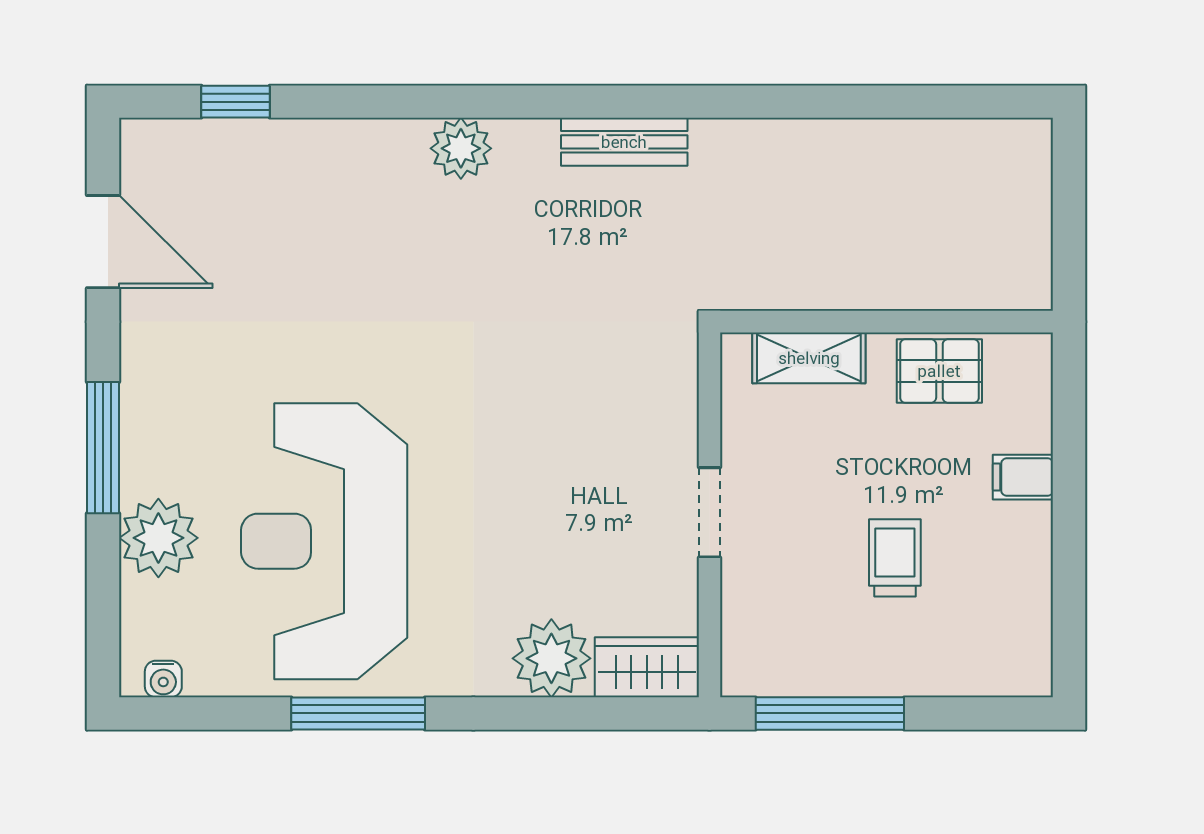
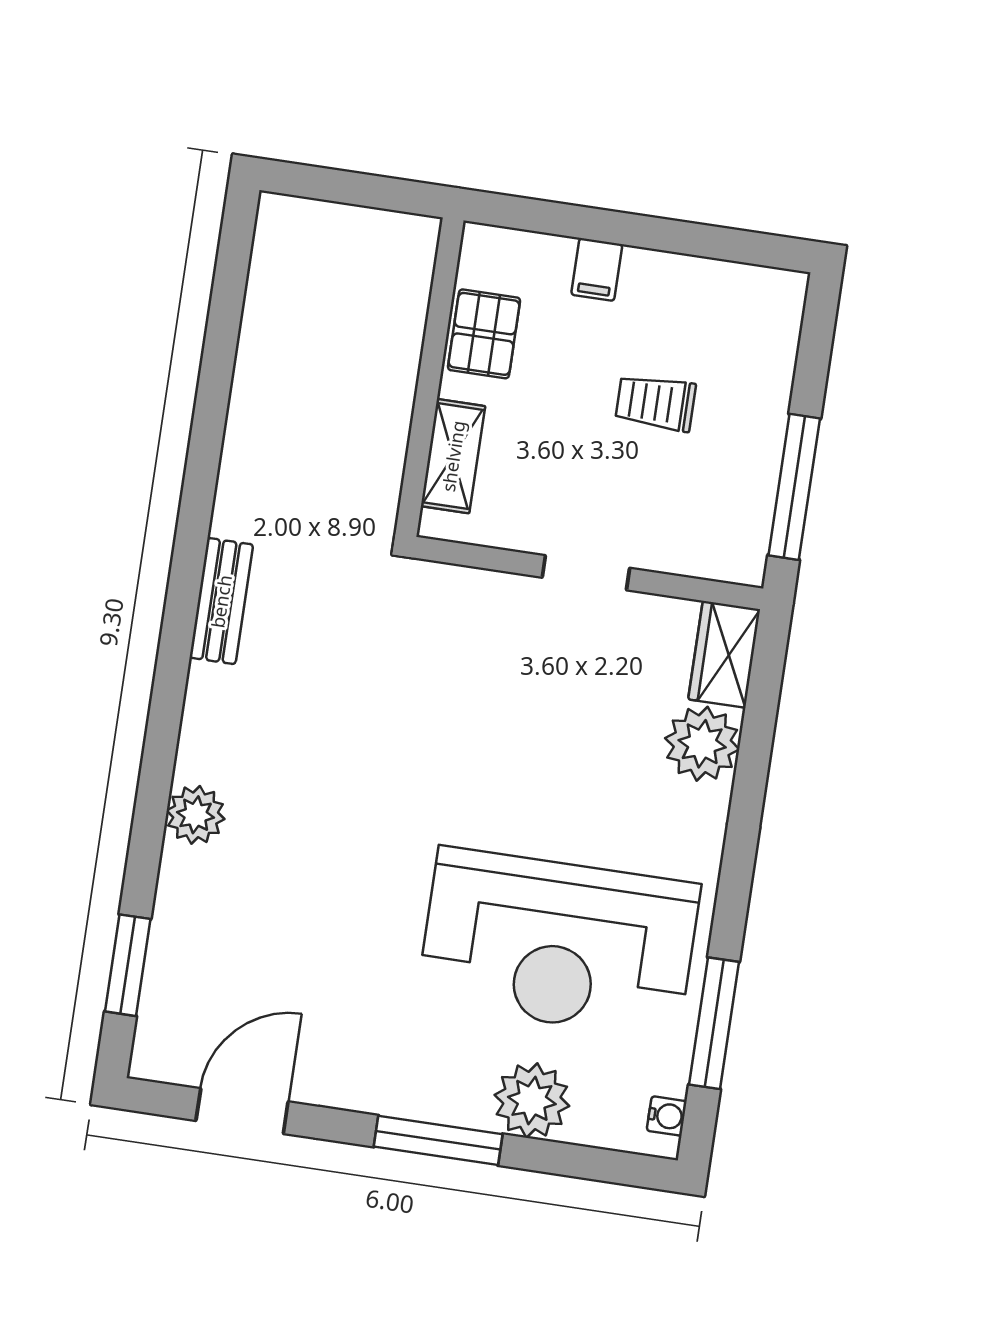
window: (235, 102) -> (128, 965), width x1.50
plant: (461, 148) -> (196, 815), moved
window: (358, 713) -> (714, 1023), moved

